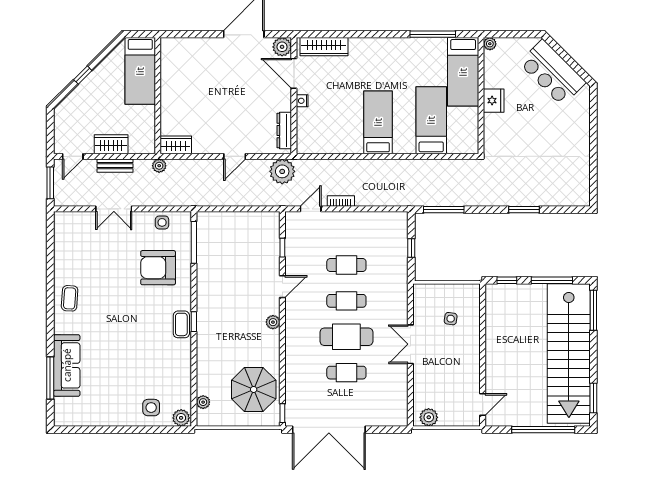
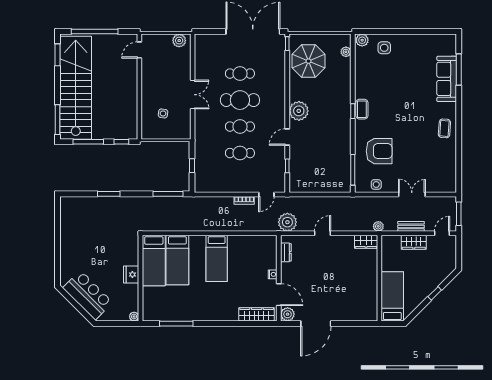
bed: (463, 72) -> (154, 261), moved, turned 180
dresser: (284, 130) -> (286, 252), width x0.70
plant: (273, 322) -> (299, 111), width x1.88, depth x1.88

